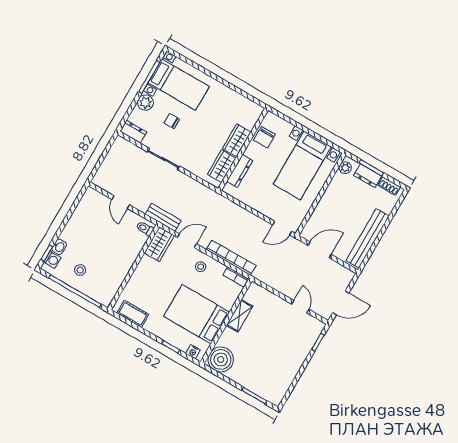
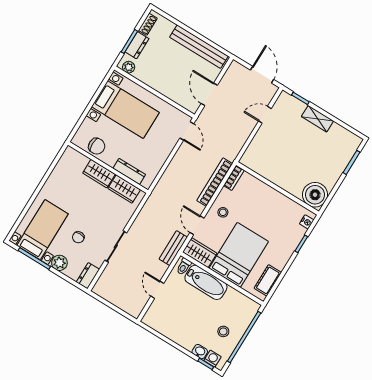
door: (121, 202) -> (157, 290), swing flipped
bathtub: (129, 251) -> (206, 282), added
bed: (197, 314) -> (239, 255), moved, turned 180
shelving: (239, 316) -> (317, 119), moved

